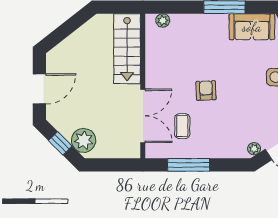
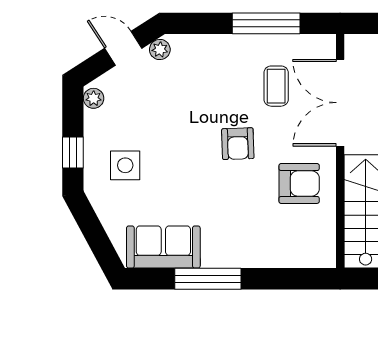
plant: (163, 20) -> (308, 257), removed
armchair: (168, 66) -> (299, 183), added

